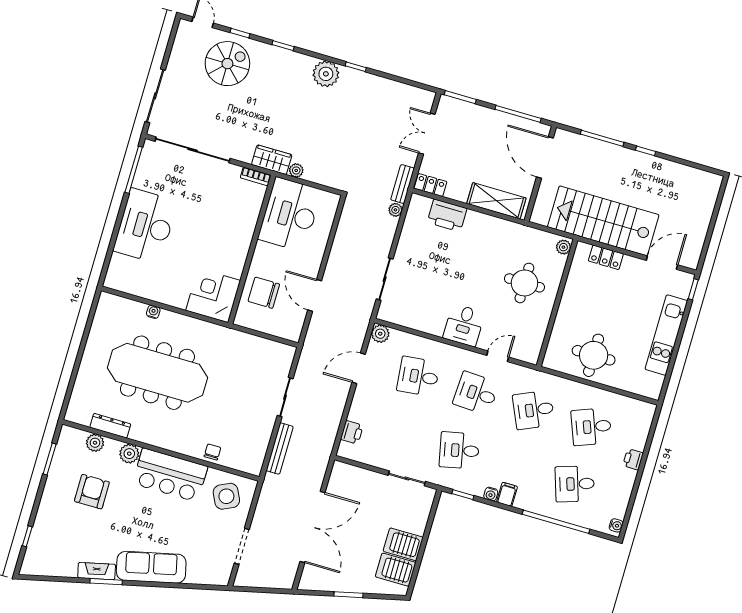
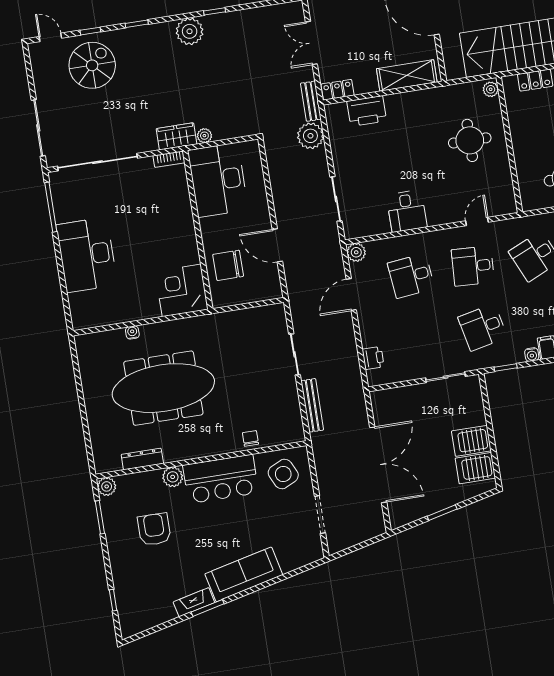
plant: (395, 210) -> (310, 136), width x1.87, depth x1.87
desk: (464, 325) -> (407, 211), moved
plant: (95, 443) -> (107, 486), moved

